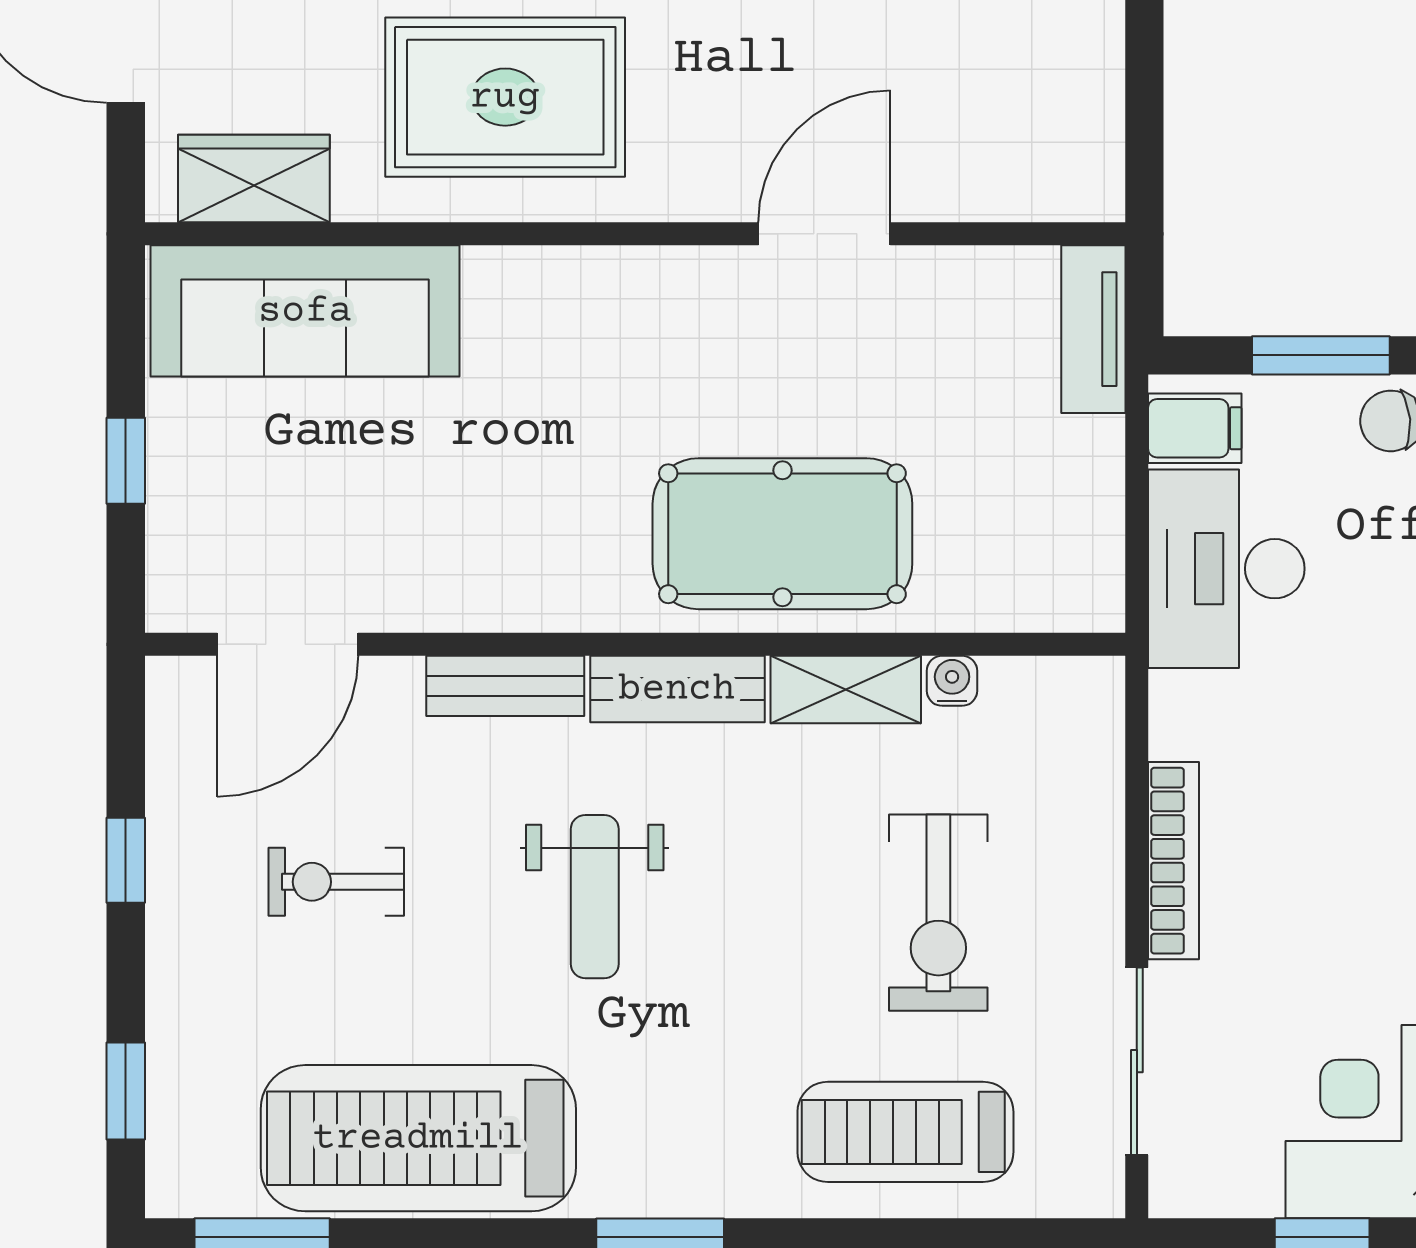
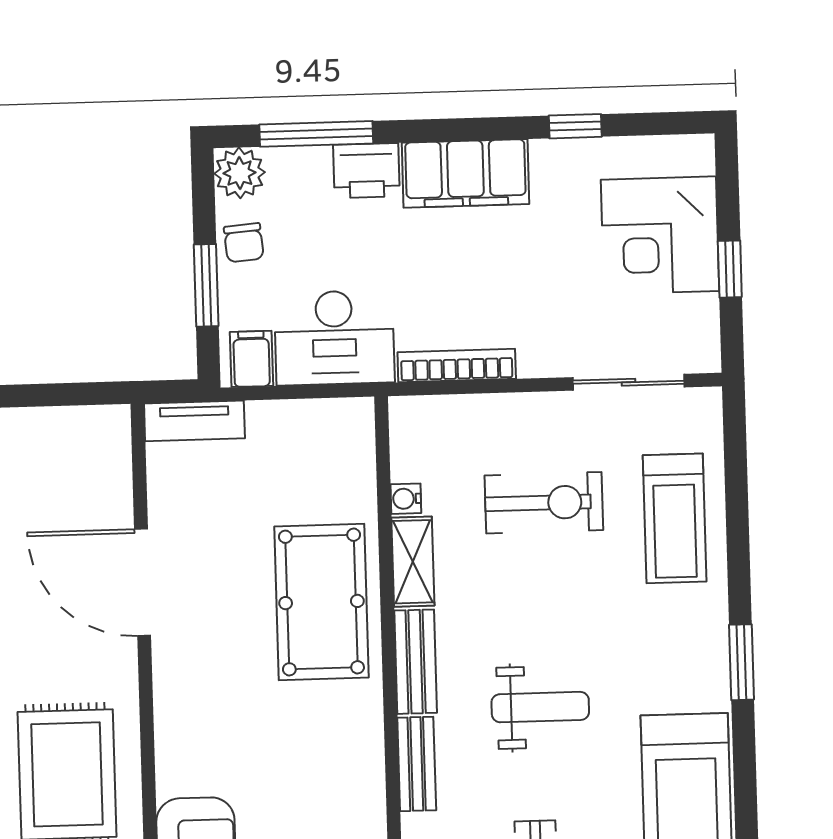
door: (824, 234) -> (143, 582), width x1.36
bookcase: (1174, 861) -> (457, 366), moved

